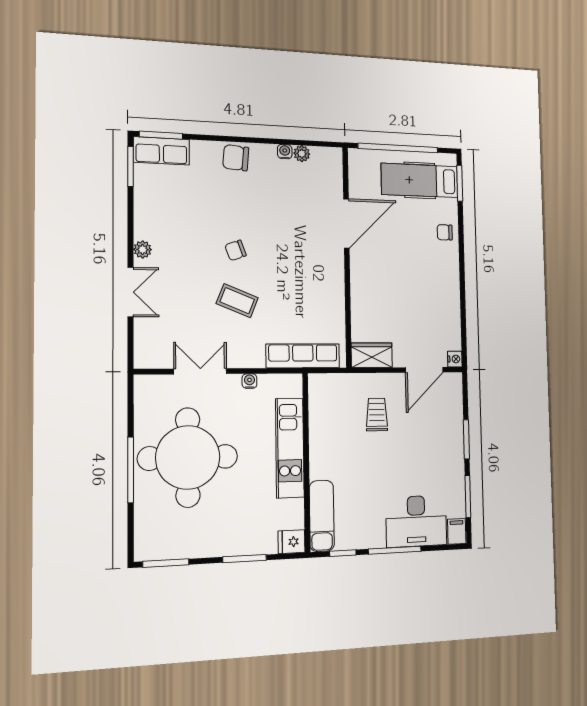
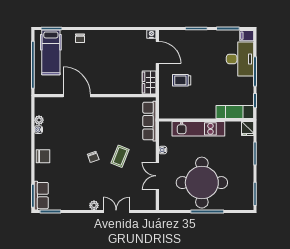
chair: (236, 158) -> (43, 156), turned -95

